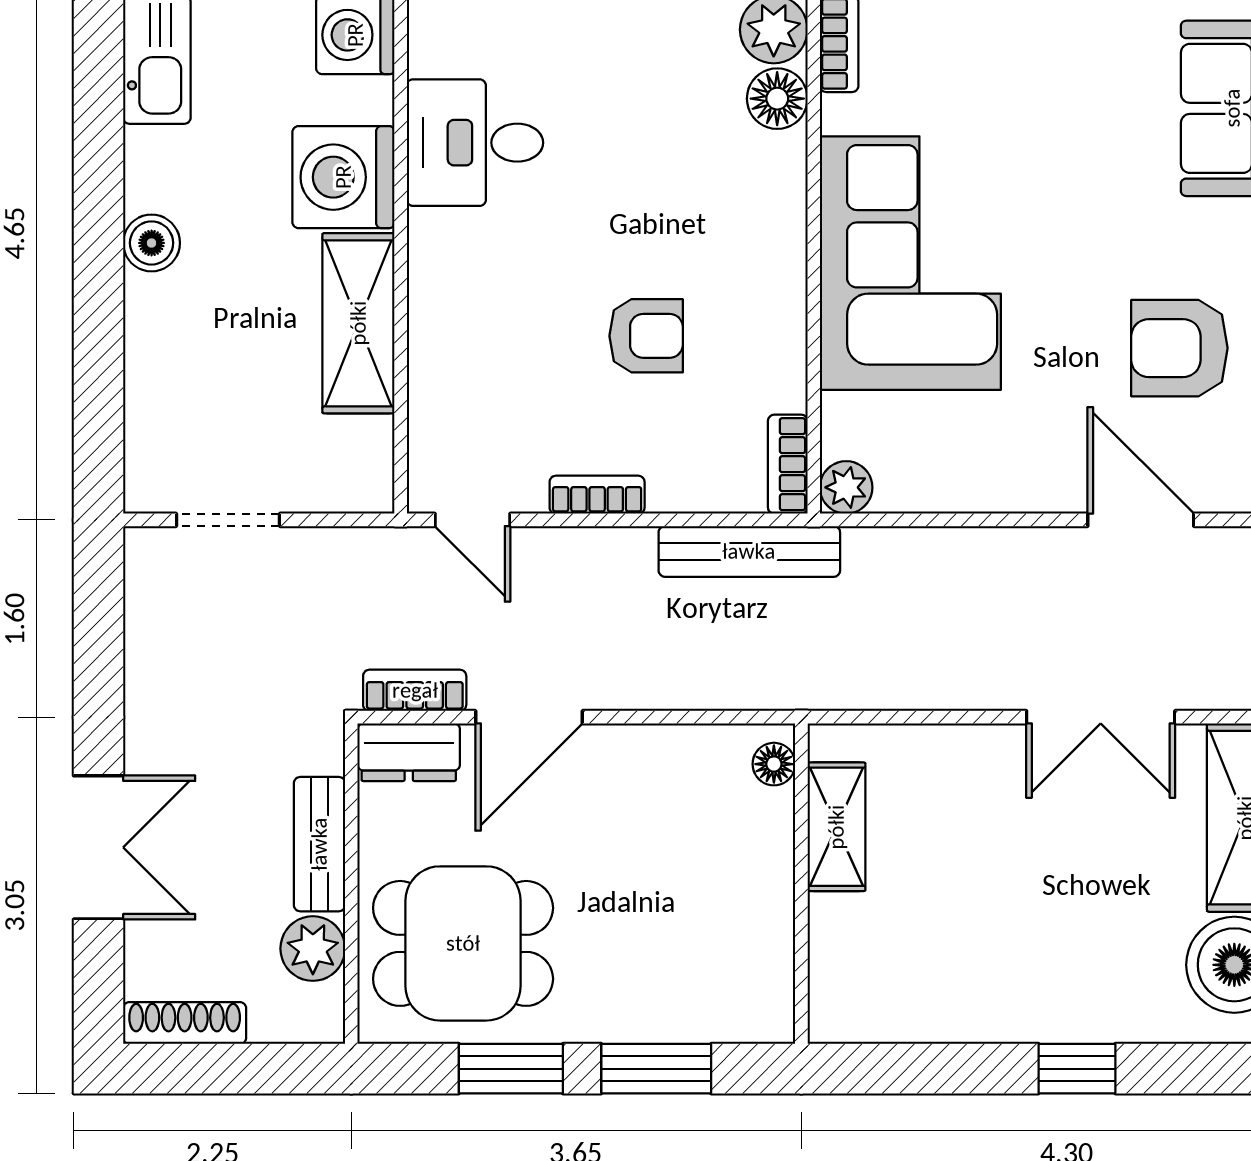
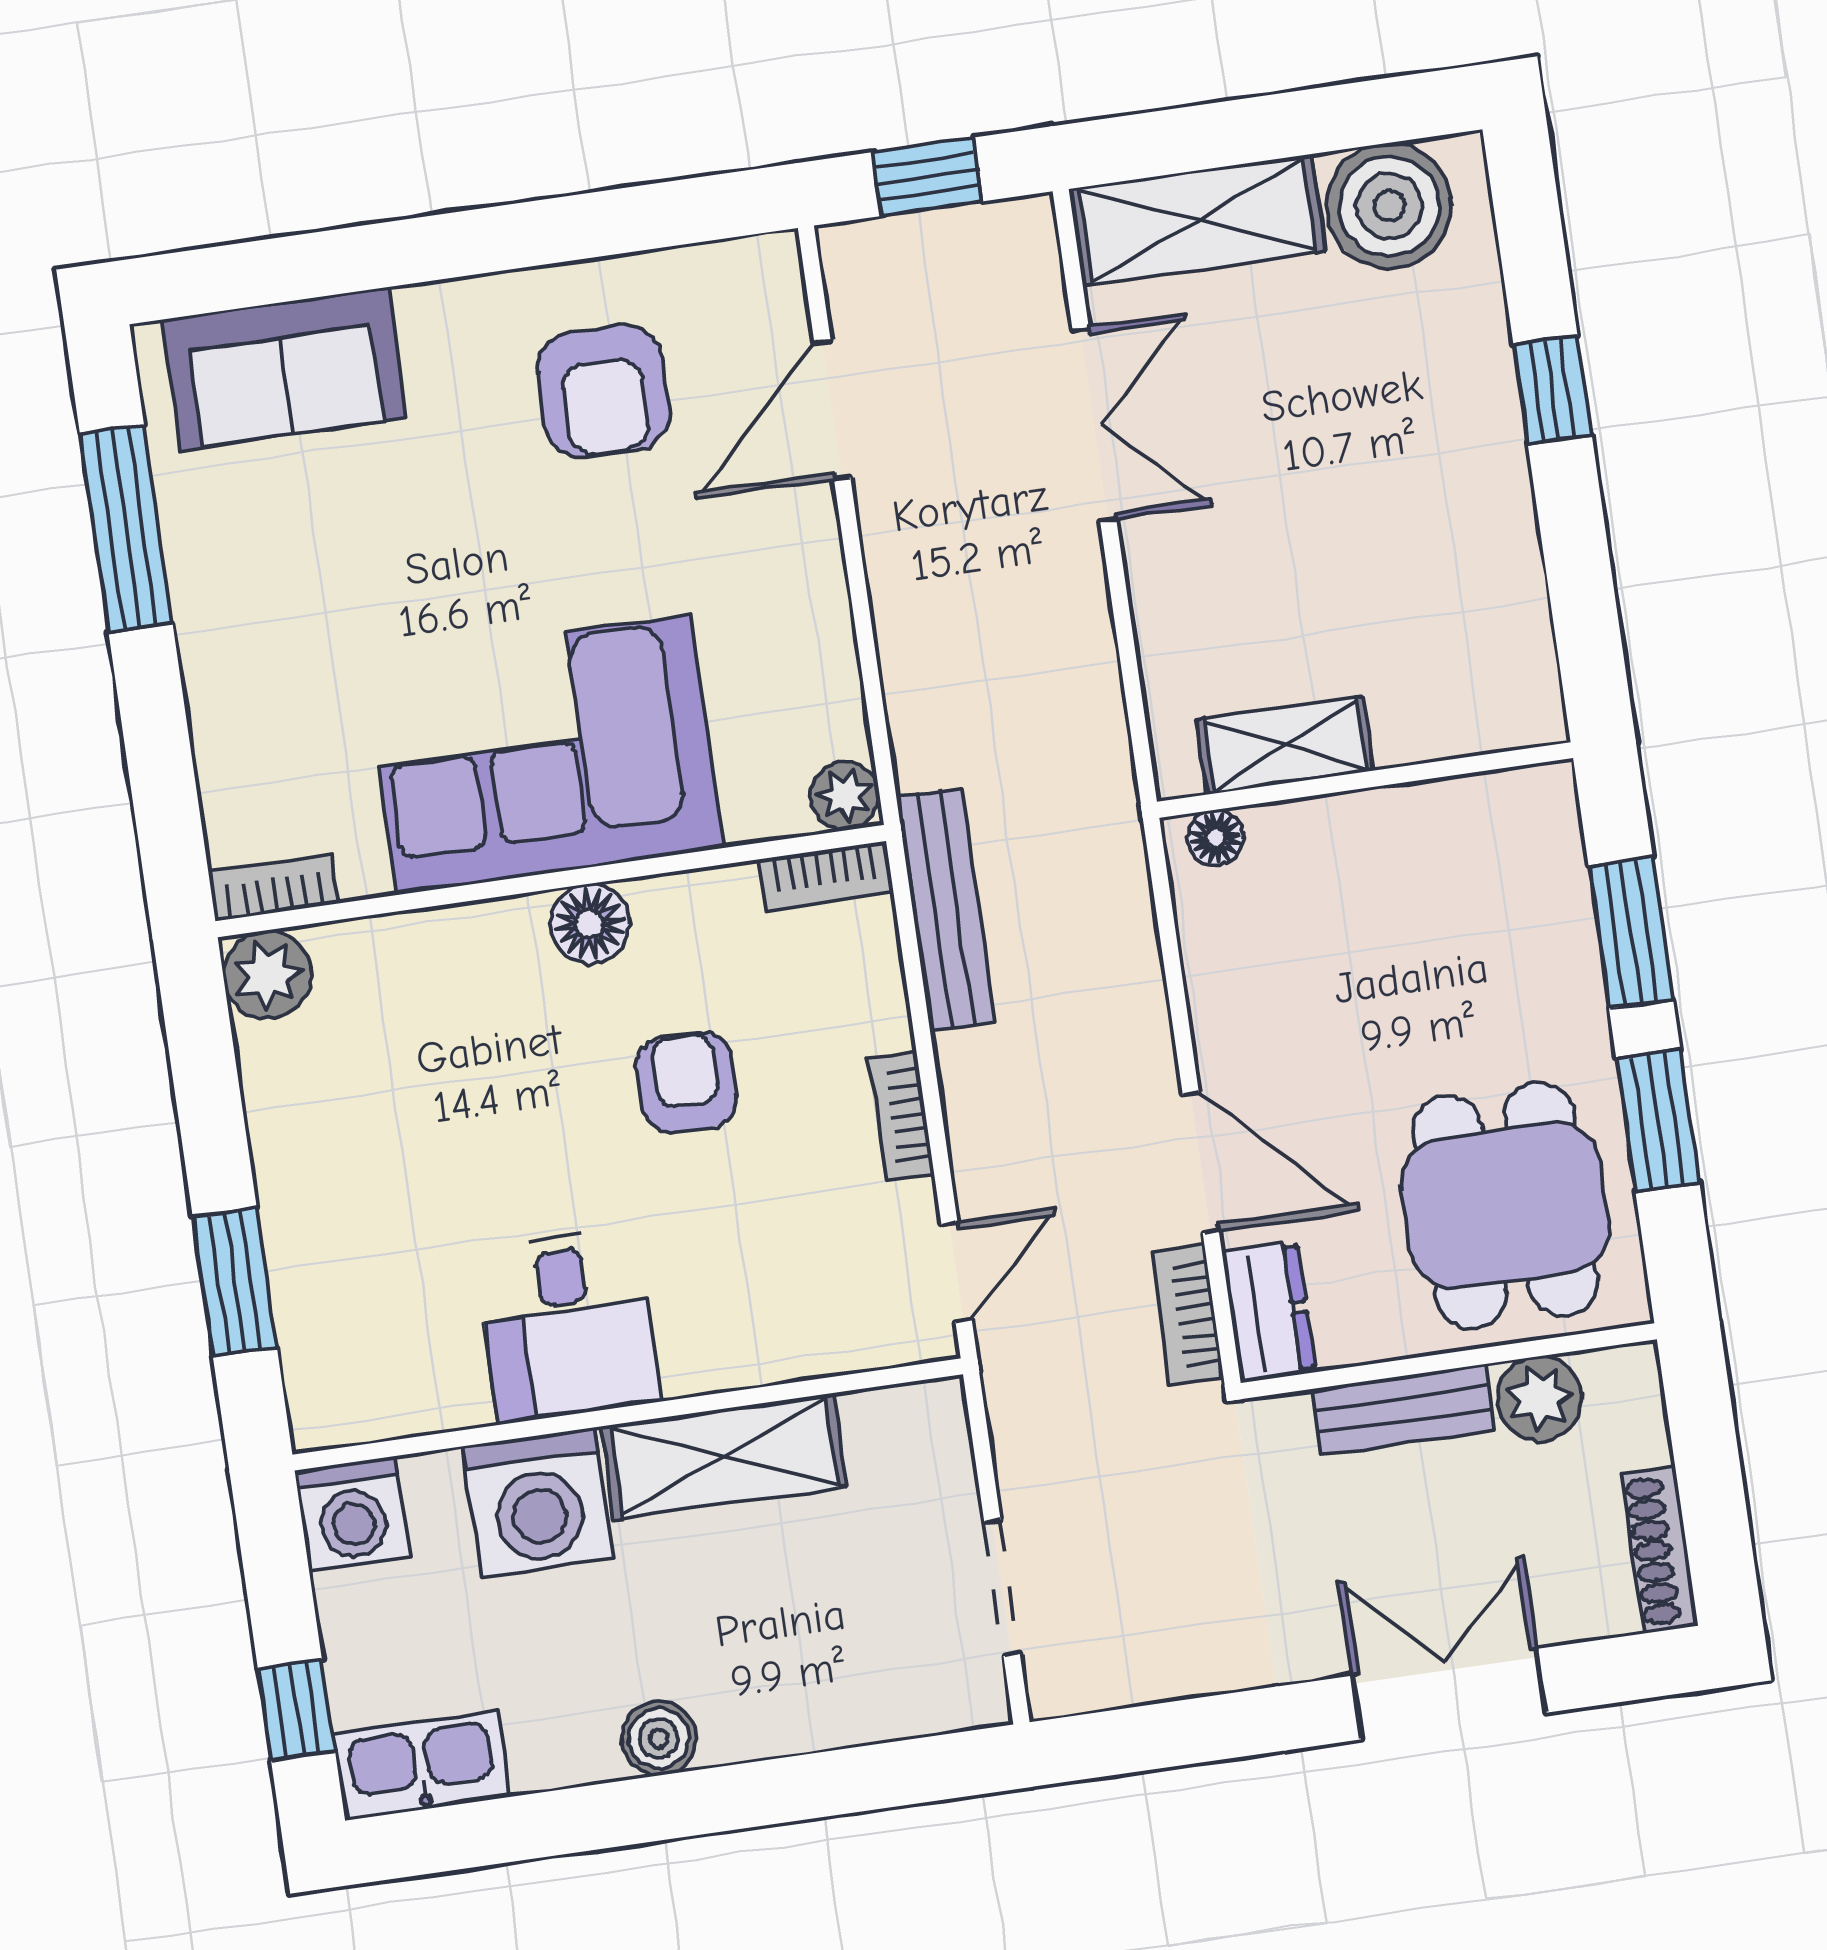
floor lamp: (777, 99) -> (590, 924), moved
desk: (475, 143) -> (567, 1325), moved

